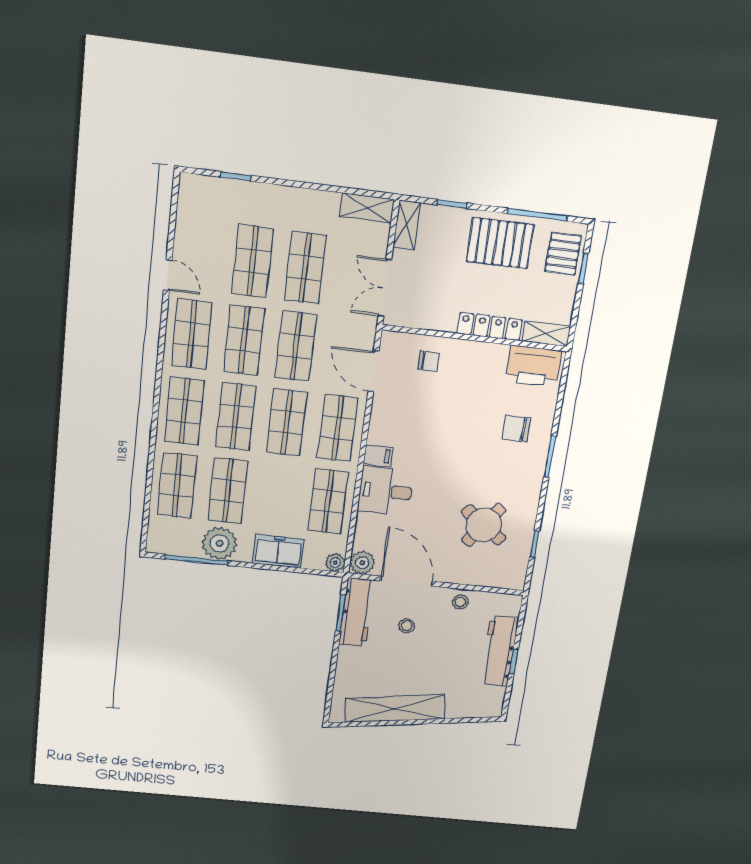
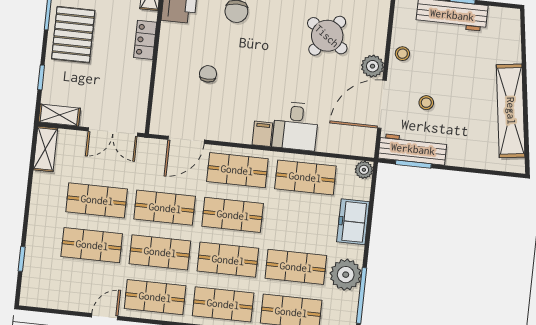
locker: (490, 326) -> (145, 40), width x0.66
chair: (429, 361) -> (208, 74), moved
plant: (362, 563) -> (372, 66), moved

